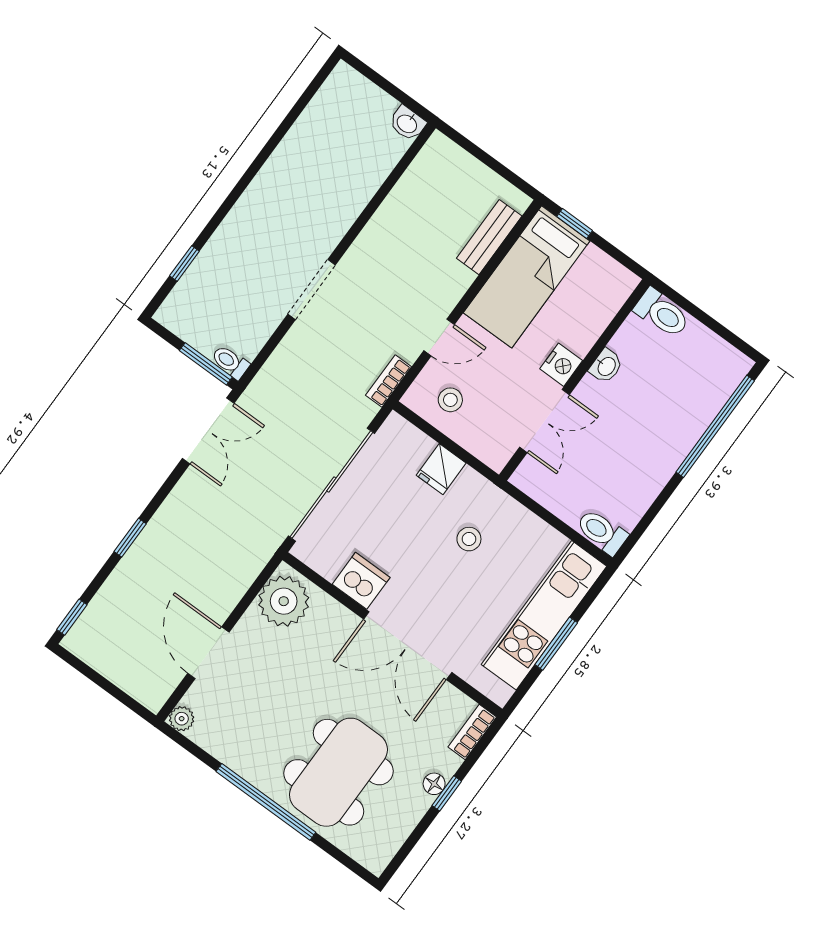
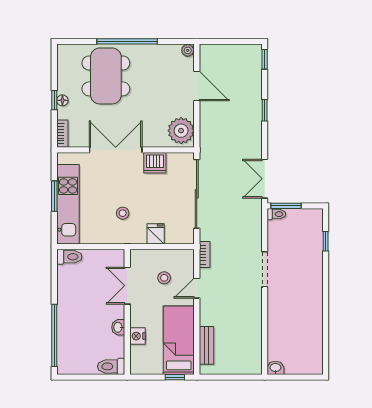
nightstand: (561, 365) -> (137, 336), moved
stool: (450, 400) -> (164, 278), moved

